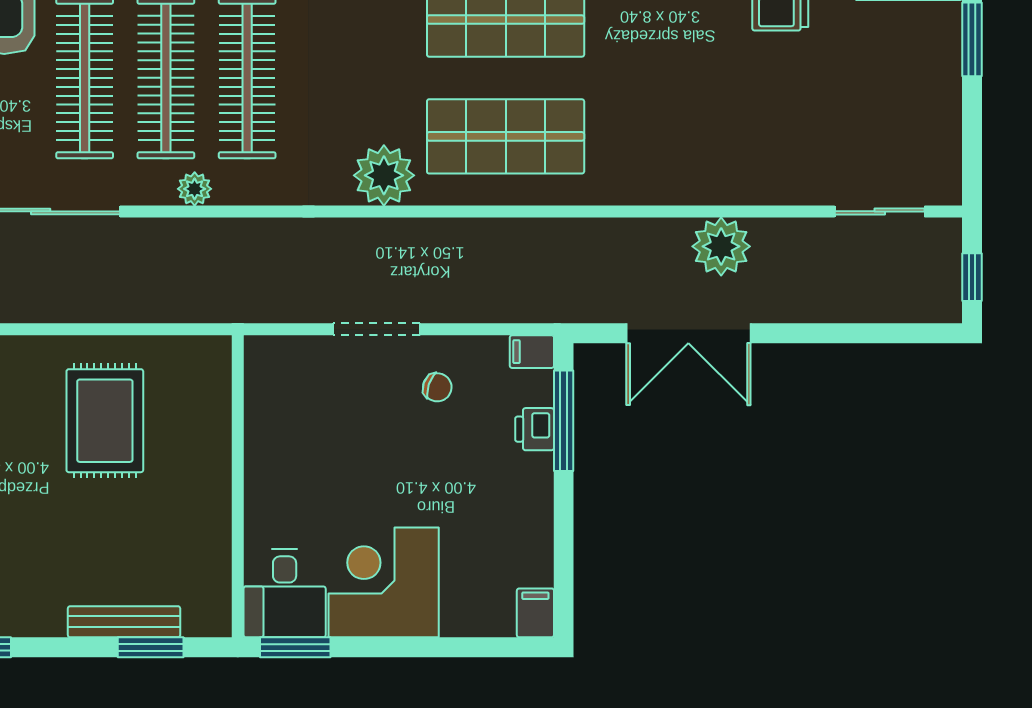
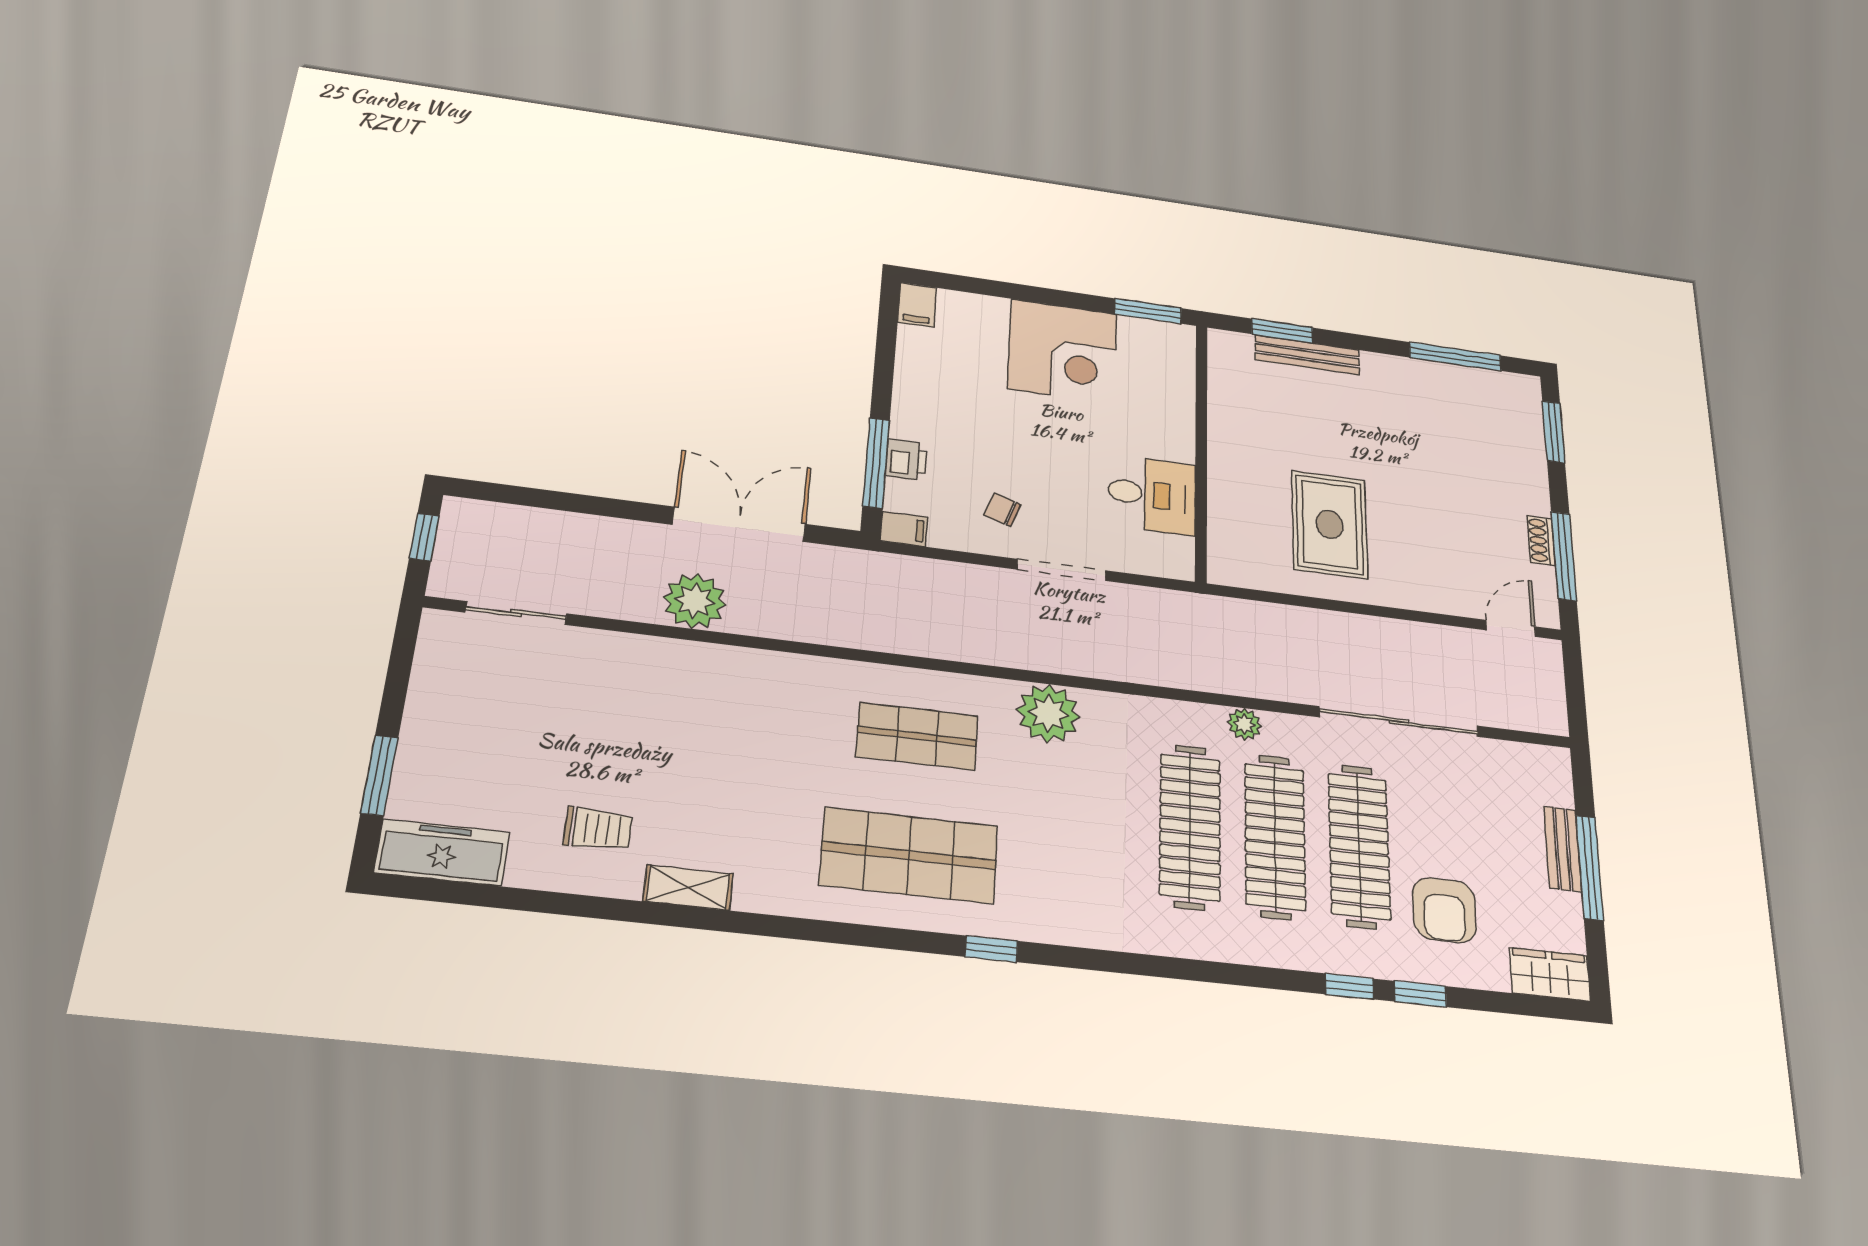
shop shelf: (506, 136) -> (917, 736), width x0.70, depth x0.74
desk: (285, 593) -> (1152, 495), moved, turned 90

